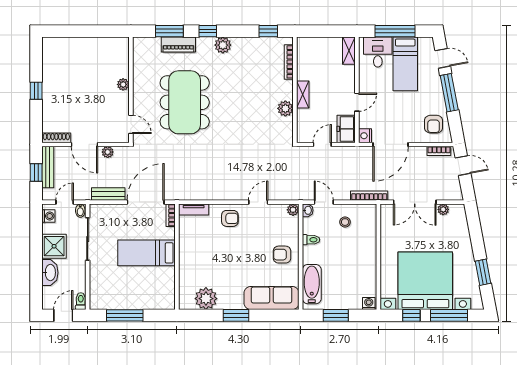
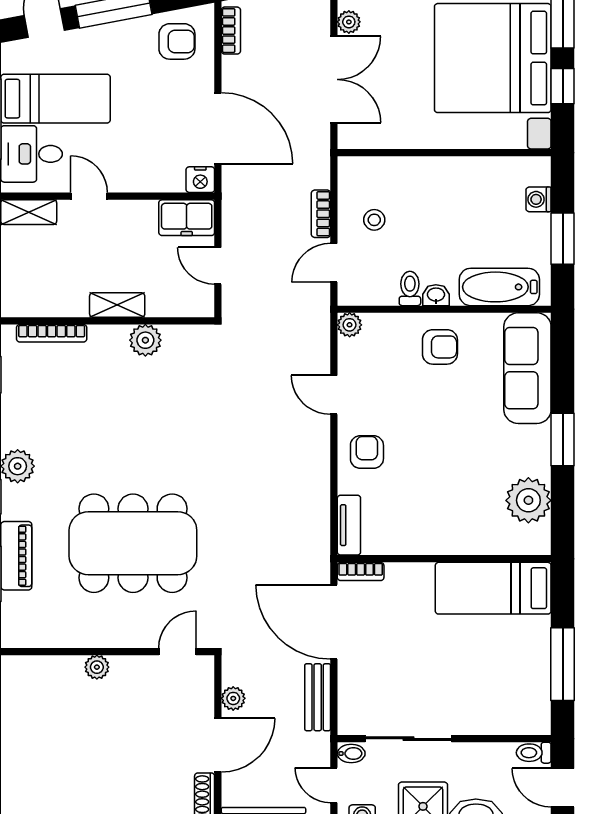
door: (357, 102) -> (89, 196), moved
bookcase: (369, 196) -> (321, 214), moved, width x0.64
washbasin: (308, 210) -> (436, 295), moved
bed: (147, 253) -> (493, 588), moved, turned 90
armchair: (282, 255) -> (440, 347), turned -90
washing machine: (369, 304) -> (539, 199), moved

